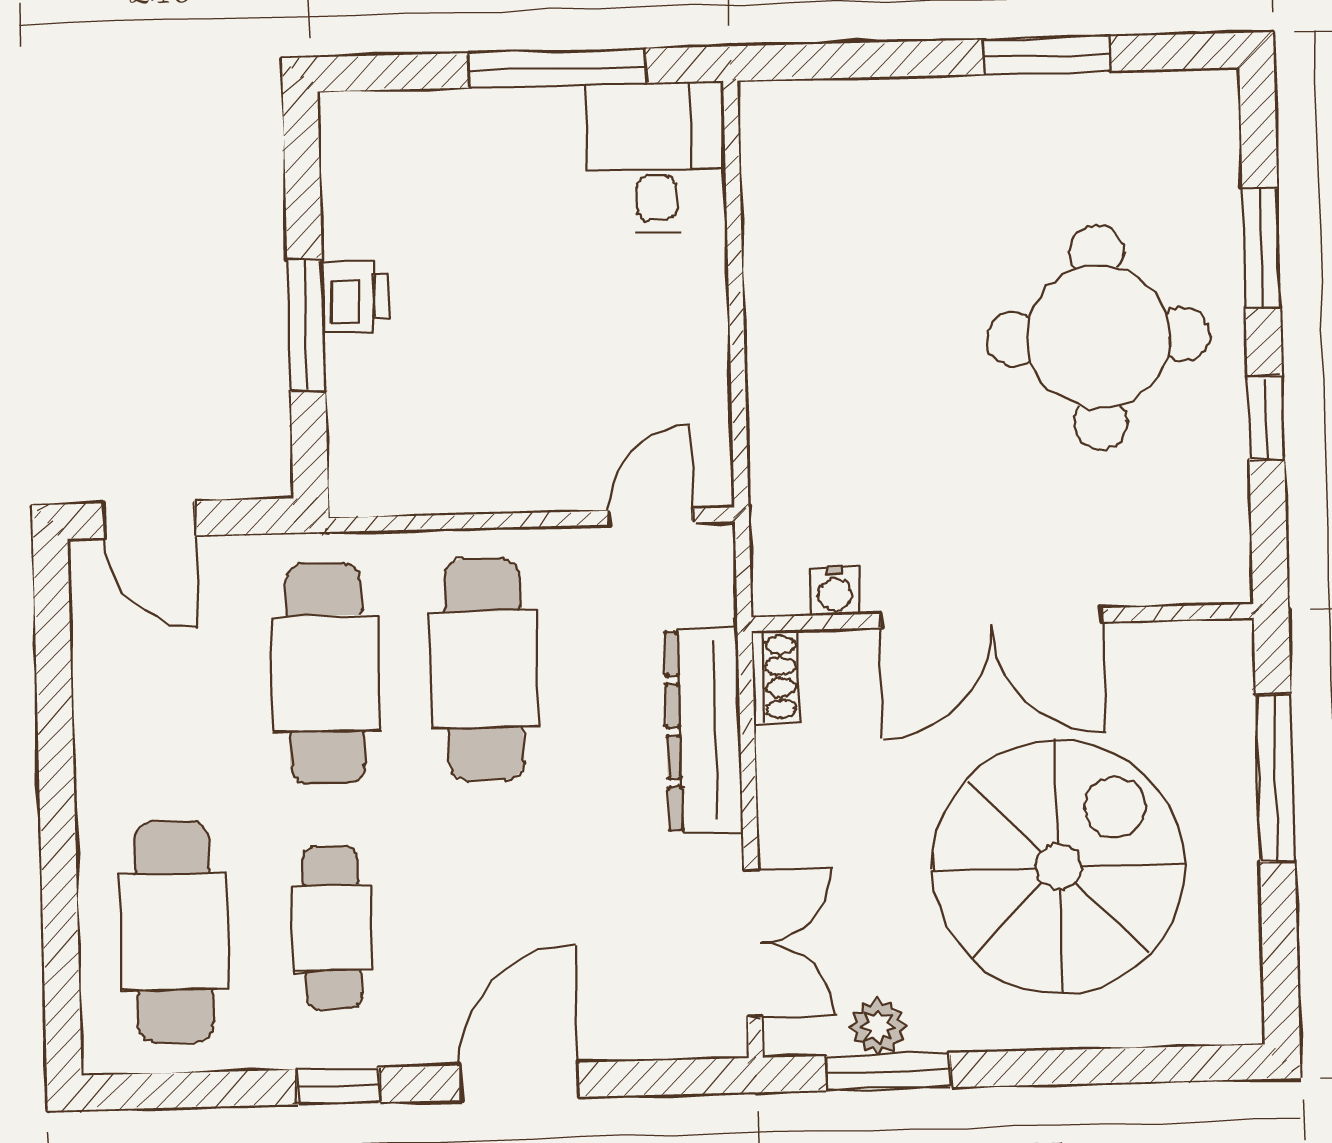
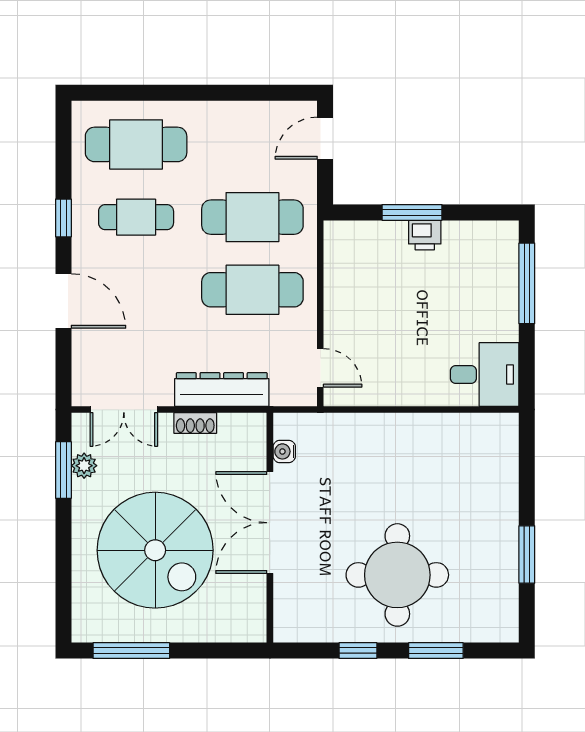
window: (557, 68) -> (527, 283), moved
shoe rack: (775, 677) -> (195, 423), moved
window: (1275, 778) -> (131, 651), moved

